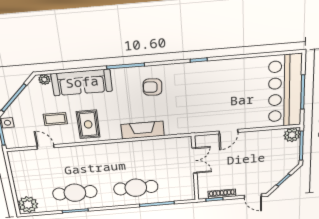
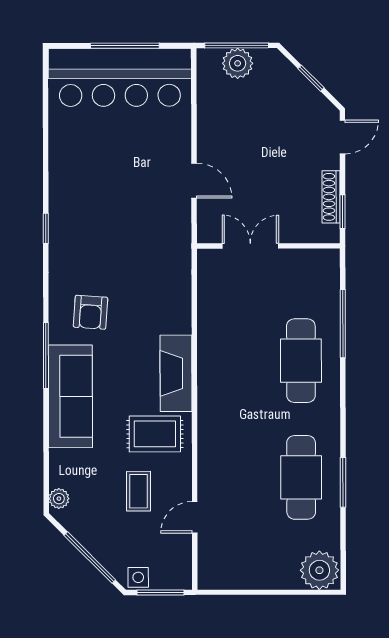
sofa: (82, 82) -> (70, 396), moved
fireplace: (143, 130) -> (176, 373), moved
plant: (292, 135) -> (238, 63), moved

